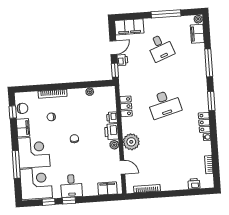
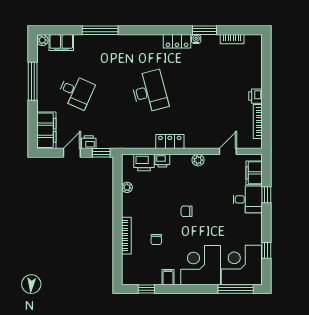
door: (113, 48) -> (72, 153), hinge flipped
desk: (160, 48) -> (76, 92), turned 45
window: (211, 101) -> (204, 30), moved
locker: (126, 106) -> (170, 141), moved
chair: (23, 108) -> (143, 276), removed
filing cabinet: (23, 128) -> (168, 277), width x0.50
printer: (112, 132) -> (144, 163), moved
plant: (131, 142) -> (196, 138), removed
window: (16, 164) -> (236, 289), moved
printer: (194, 184) -> (256, 96), moved
desk: (71, 186) -> (248, 199), moved
window: (69, 201) -> (266, 195), moved

